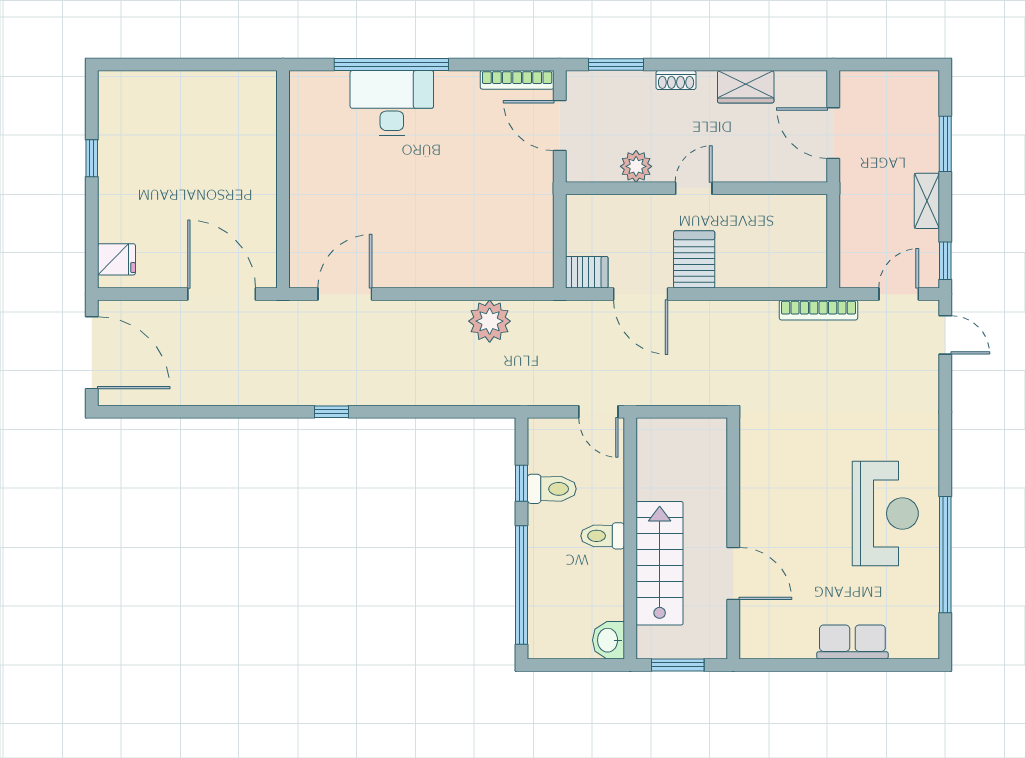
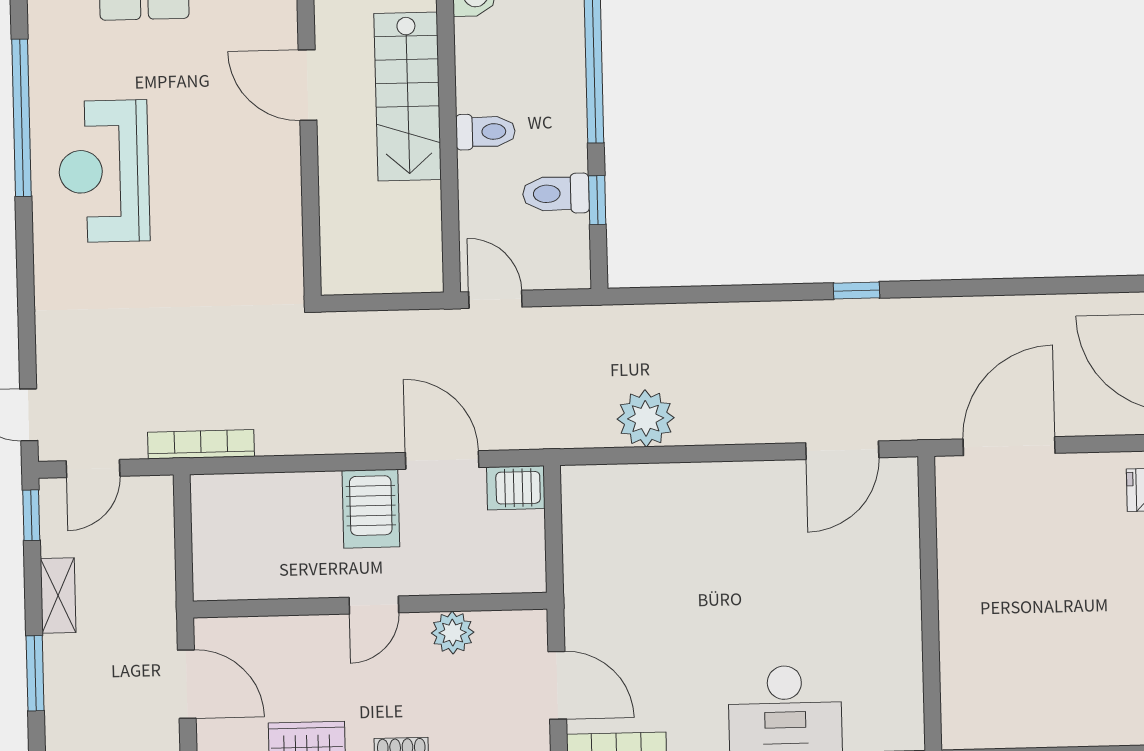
door: (222, 294) -> (1009, 446), swing flipped

